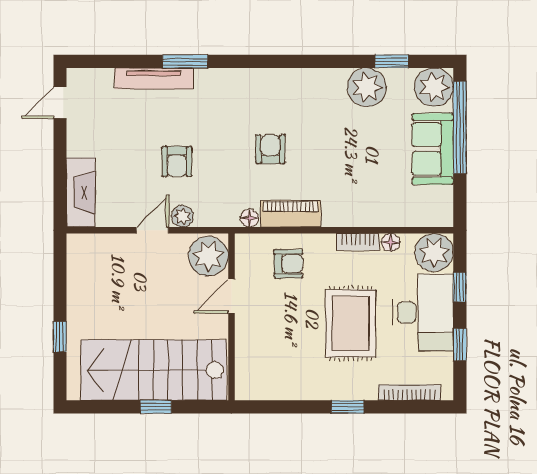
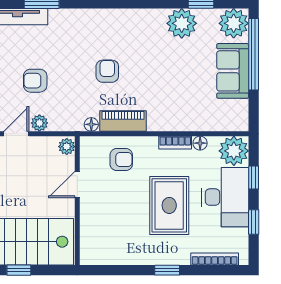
armchair: (177, 162) -> (35, 81), turned 90
plant: (208, 256) -> (67, 147), width x0.53, depth x0.53

